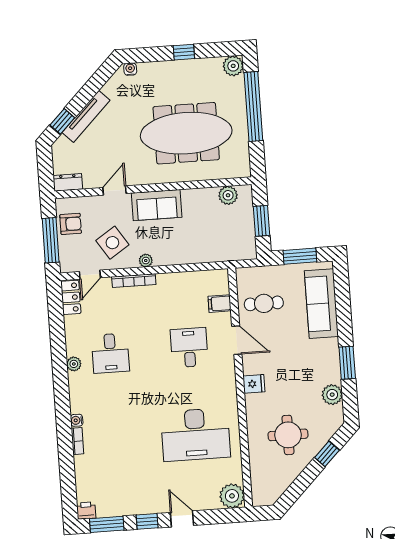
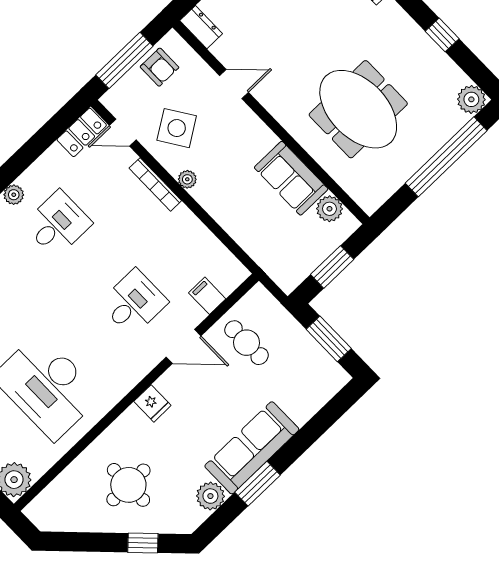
meeting table: (186, 133) -> (358, 109), width x0.73
sofa: (157, 205) -> (291, 178), moved
sofa: (321, 304) -> (252, 448), moved
door: (237, 340) -> (184, 346), hinge flipped
desk: (110, 353) -> (58, 224), turned 180

